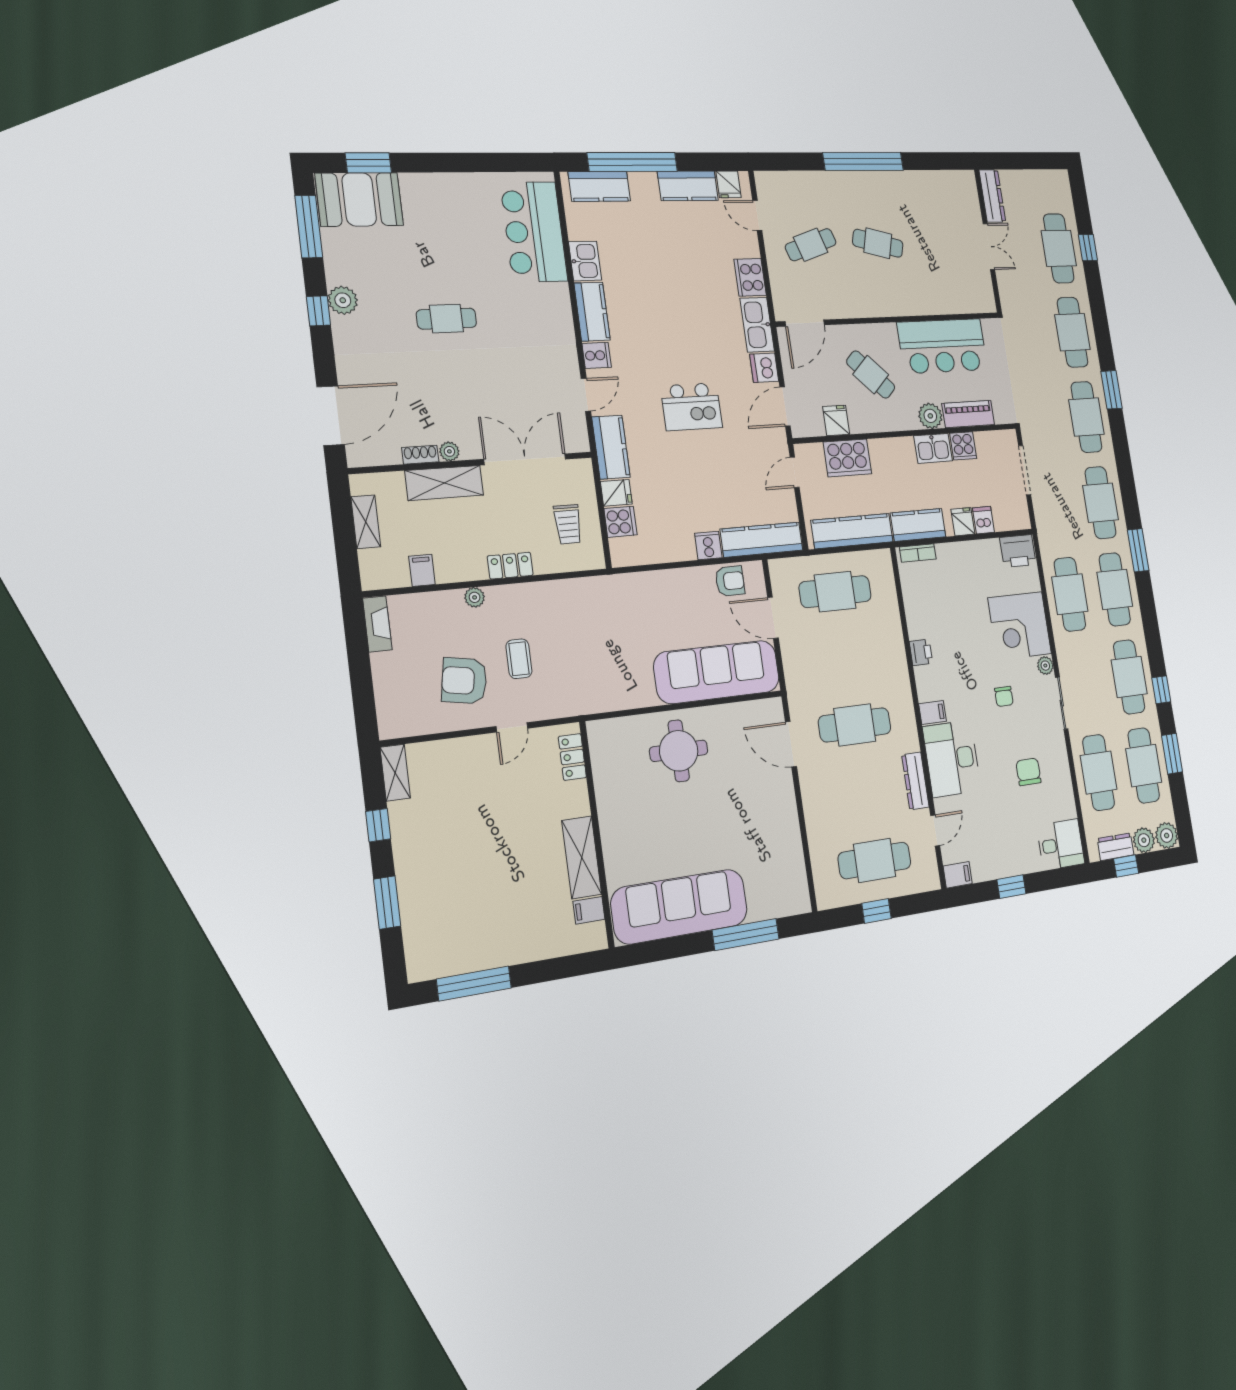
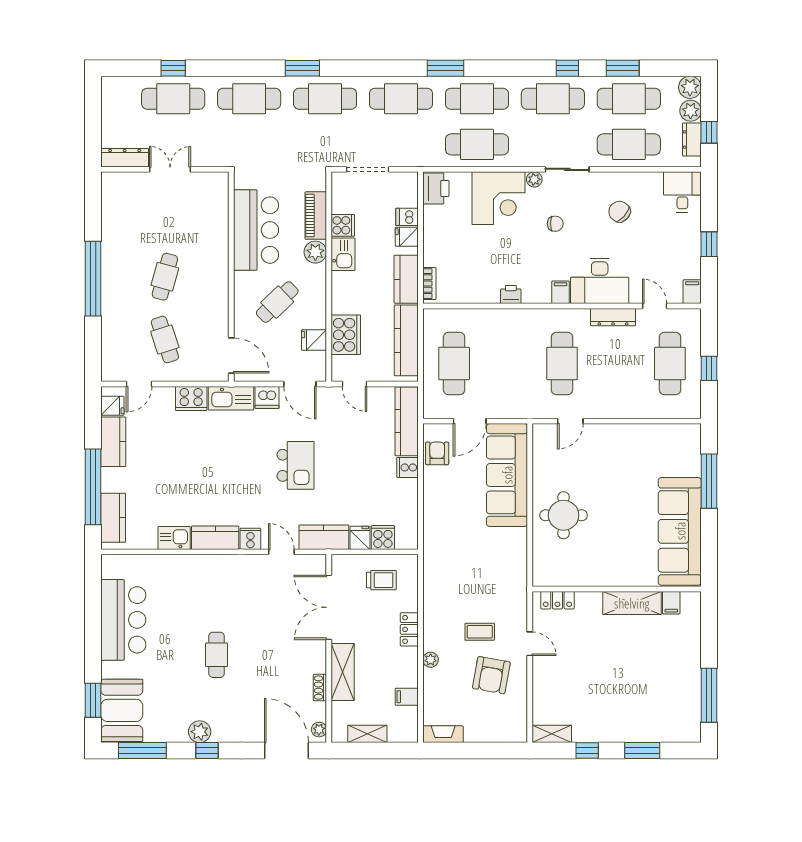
bar counter: (534, 232) -> (123, 620), moved, turned -90
plant: (449, 451) -> (319, 730), moved
door: (791, 744) -> (570, 421), width x0.73
chair: (1028, 772) -> (619, 212), turned 42

